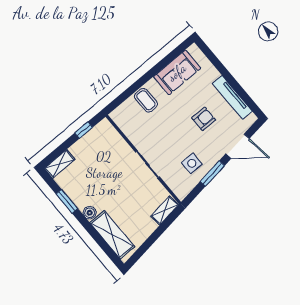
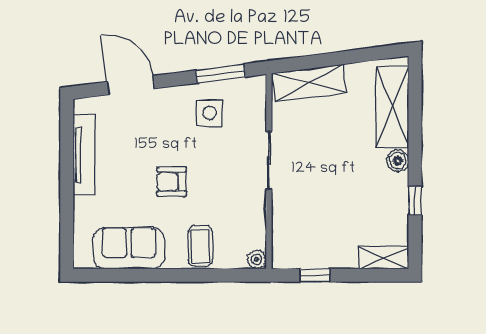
plant: (116, 115) -> (257, 259), added
armchair: (204, 119) -> (172, 182), moved
window: (212, 174) -> (221, 74), moved
window: (67, 201) -> (415, 201), width x0.67
shelving: (165, 210) -> (309, 83), width x1.50, depth x1.33

